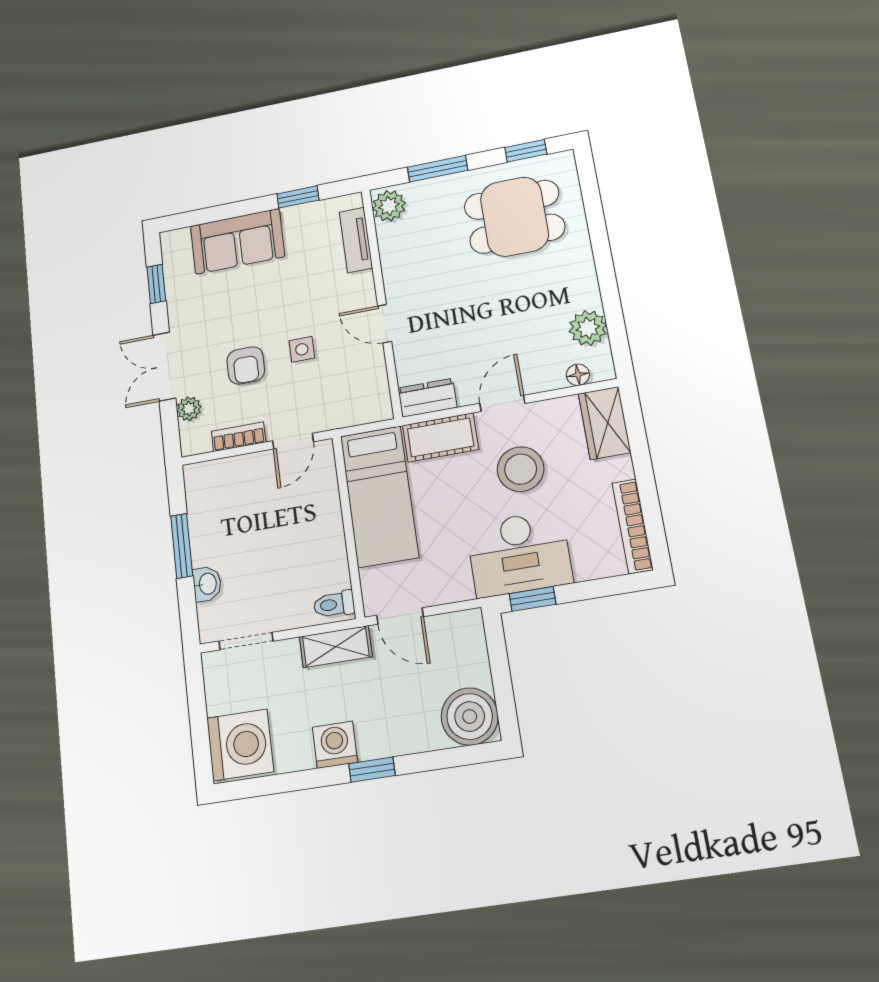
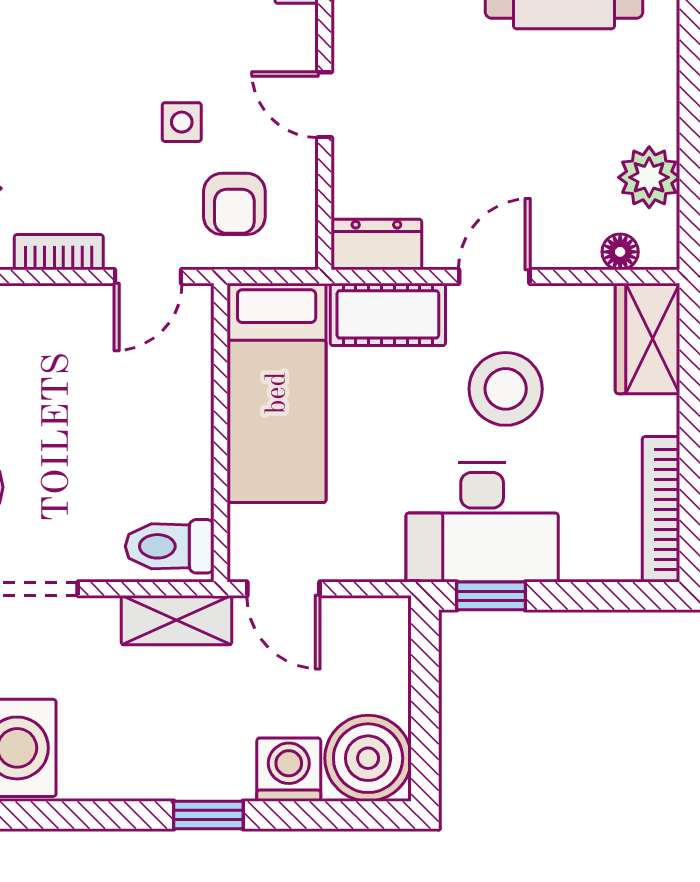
armchair: (246, 365) -> (234, 204), moved
toilet: (334, 604) -> (170, 546), width x1.37, depth x1.39
washing machine: (335, 745) -> (289, 770), moved

